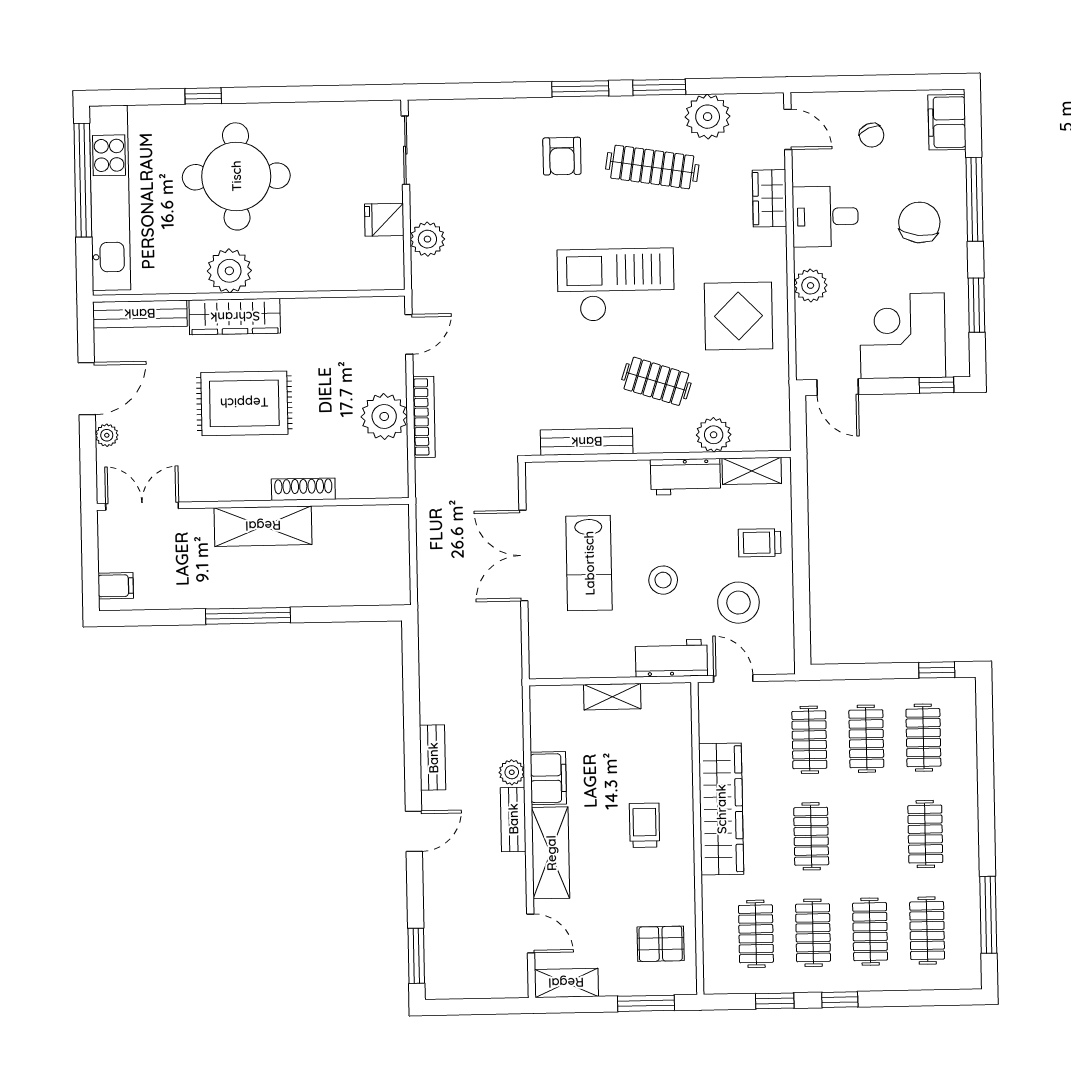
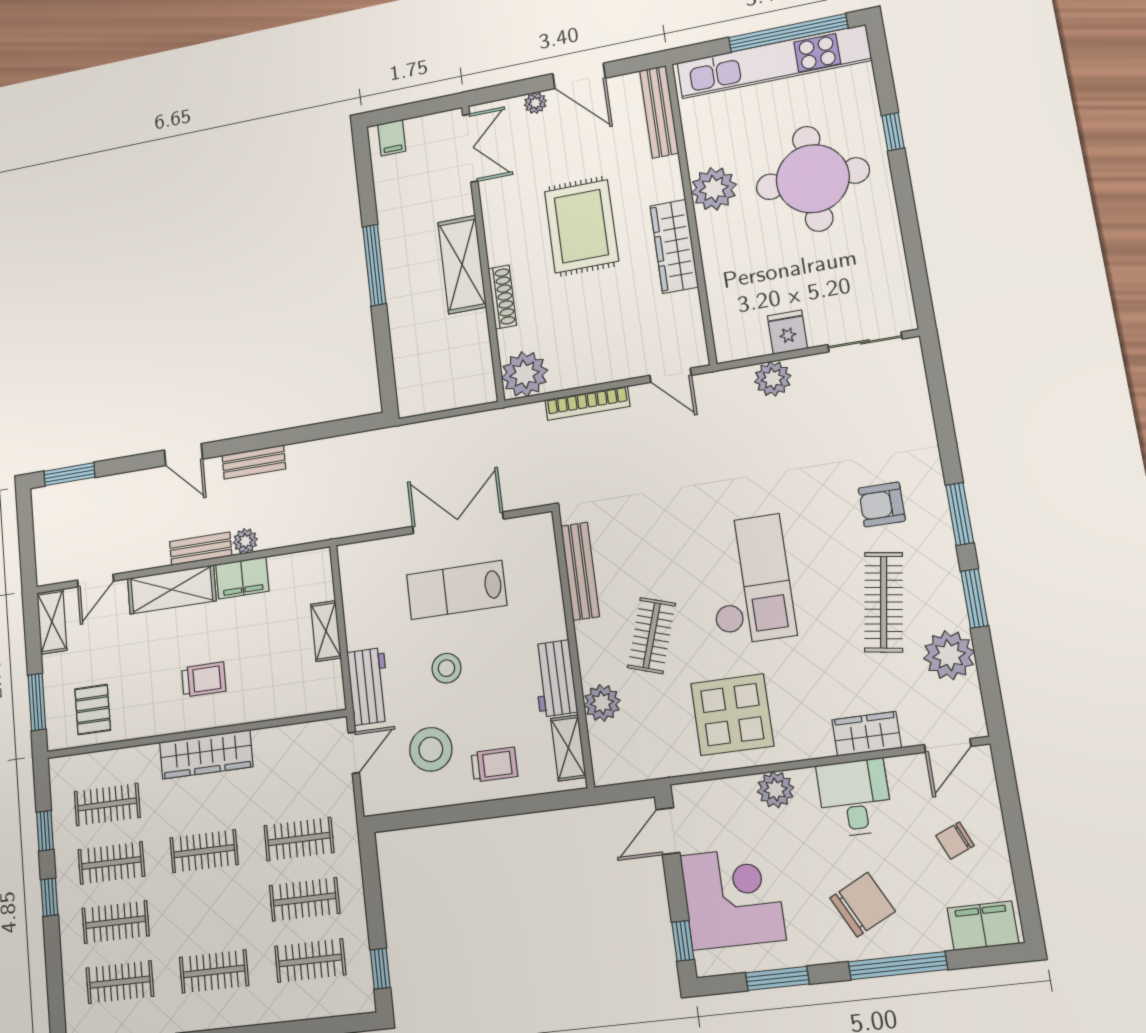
chair: (919, 222) -> (862, 905), turned -34
wardrobe: (235, 317) -> (674, 246), moved
plant: (384, 416) -> (525, 374), moved
trolley: (760, 543) -> (494, 765), turned 90
wardrobe: (721, 809) -> (206, 754), width x0.71, depth x0.85

